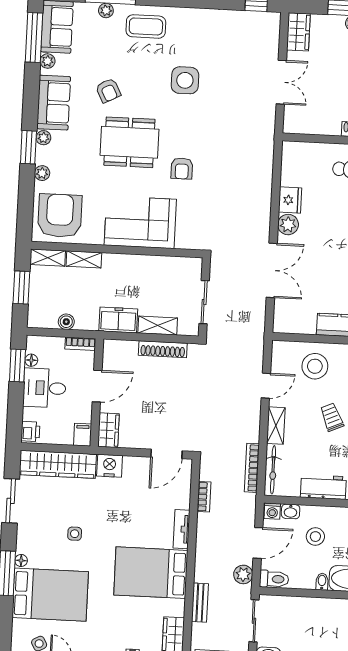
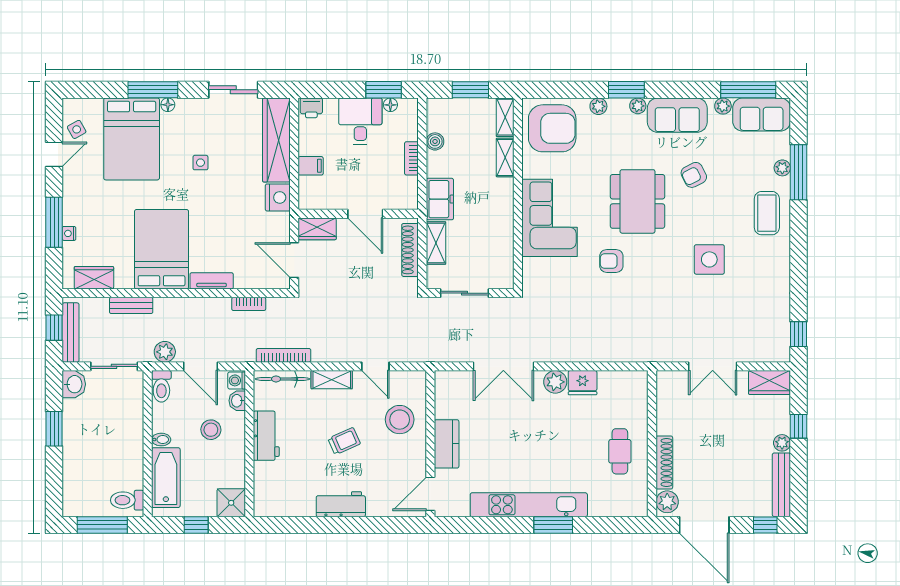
door: (97, 386) -> (365, 214), moved
wall: (97, 393) -> (358, 214), moved
wardrobe: (108, 430) -> (317, 229), moved

